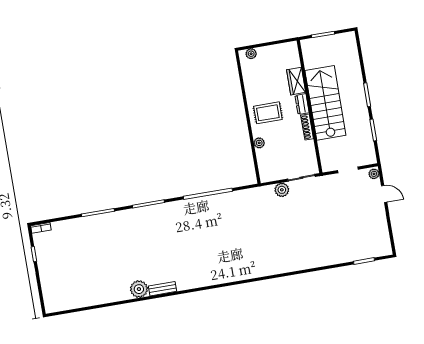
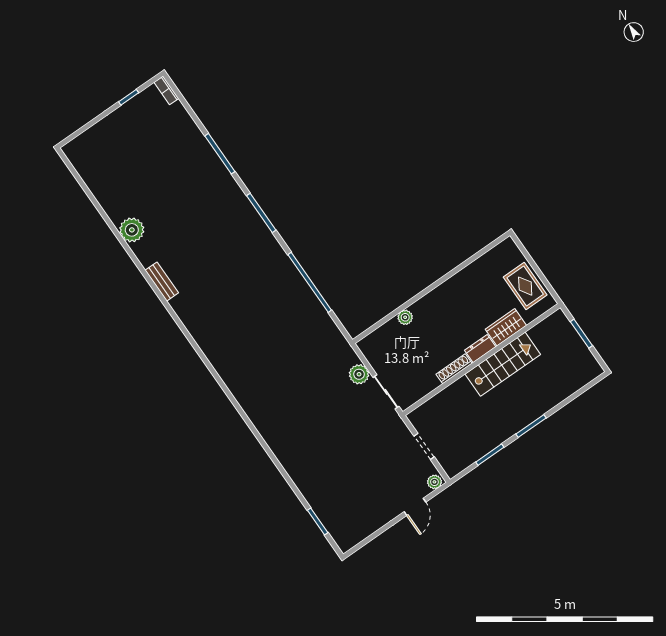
plant: (251, 54) -> (514, 254), removed
stairs: (325, 103) -> (503, 364), width x0.73, depth x0.66
rug: (268, 113) -> (525, 286), moved
plant: (139, 289) -> (132, 230), moved

